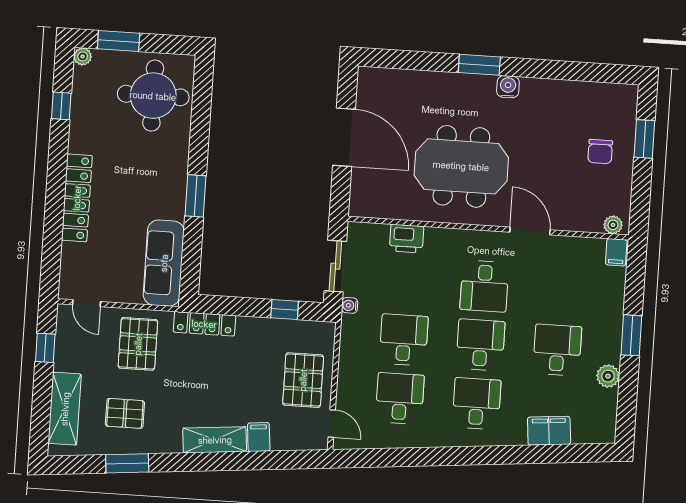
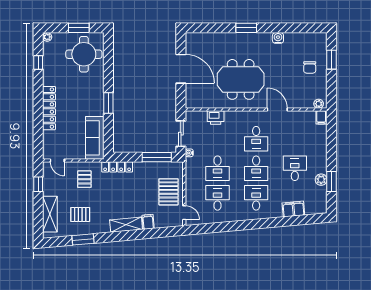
window: (119, 41) -> (79, 28), moved
water cooler: (508, 87) -> (278, 38), moved
window: (285, 310) -> (157, 157), width x2.17
window: (631, 335) -> (331, 181), moved
desk: (404, 340) -> (218, 168), turned 180
pallet: (138, 344) -> (84, 179), width x0.67, depth x0.71
desk: (480, 345) -> (256, 168), turned 180

